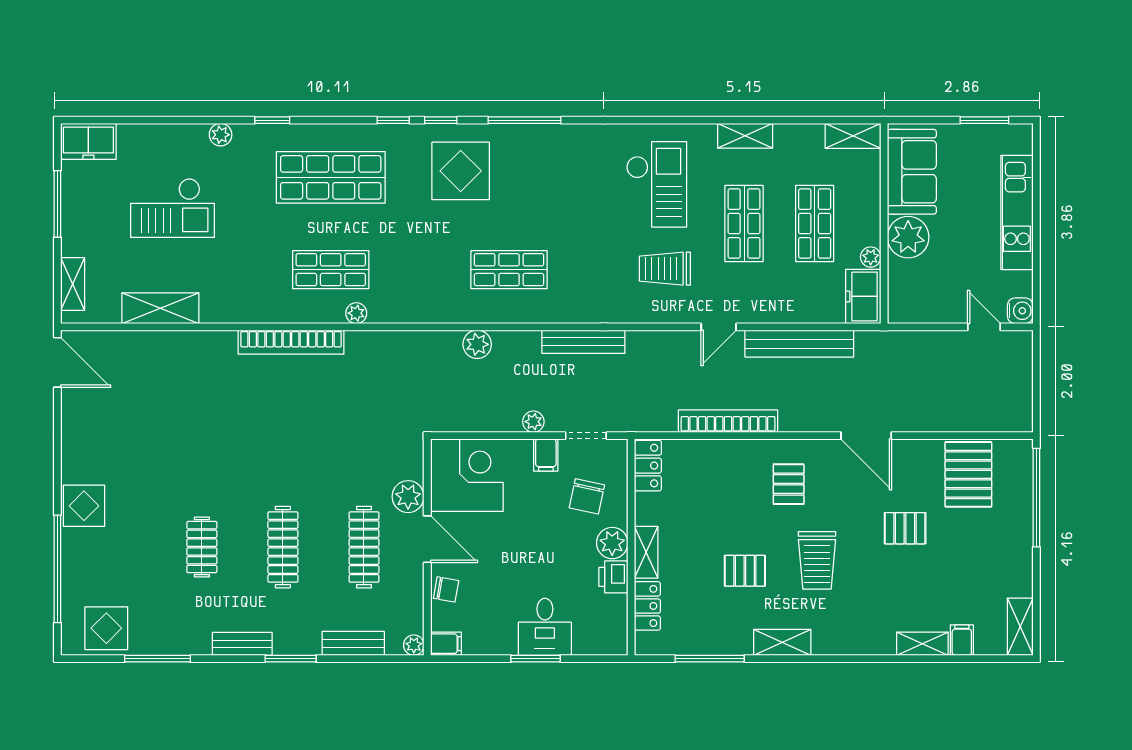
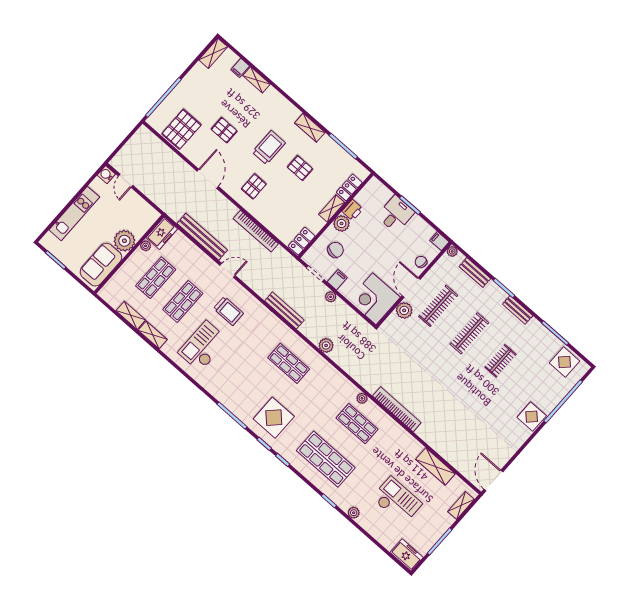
shelving: (853, 136) -> (131, 315), moved

